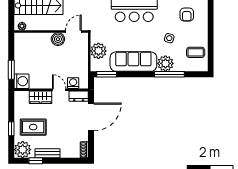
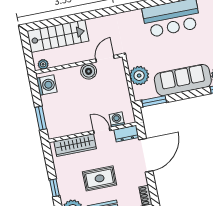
washing machine: (21, 81) -> (47, 85), moved
wardrobe: (41, 97) -> (75, 145), width x1.50
rug: (33, 127) -> (100, 178), moved

